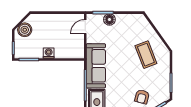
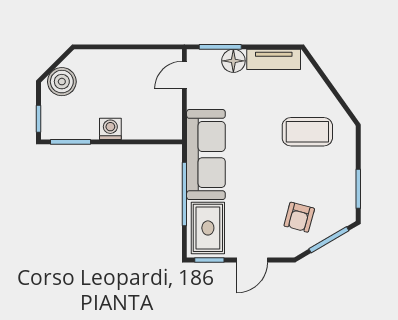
tv unit: (129, 19) -> (274, 59), added
coffee table: (146, 55) -> (307, 132), turned -69

